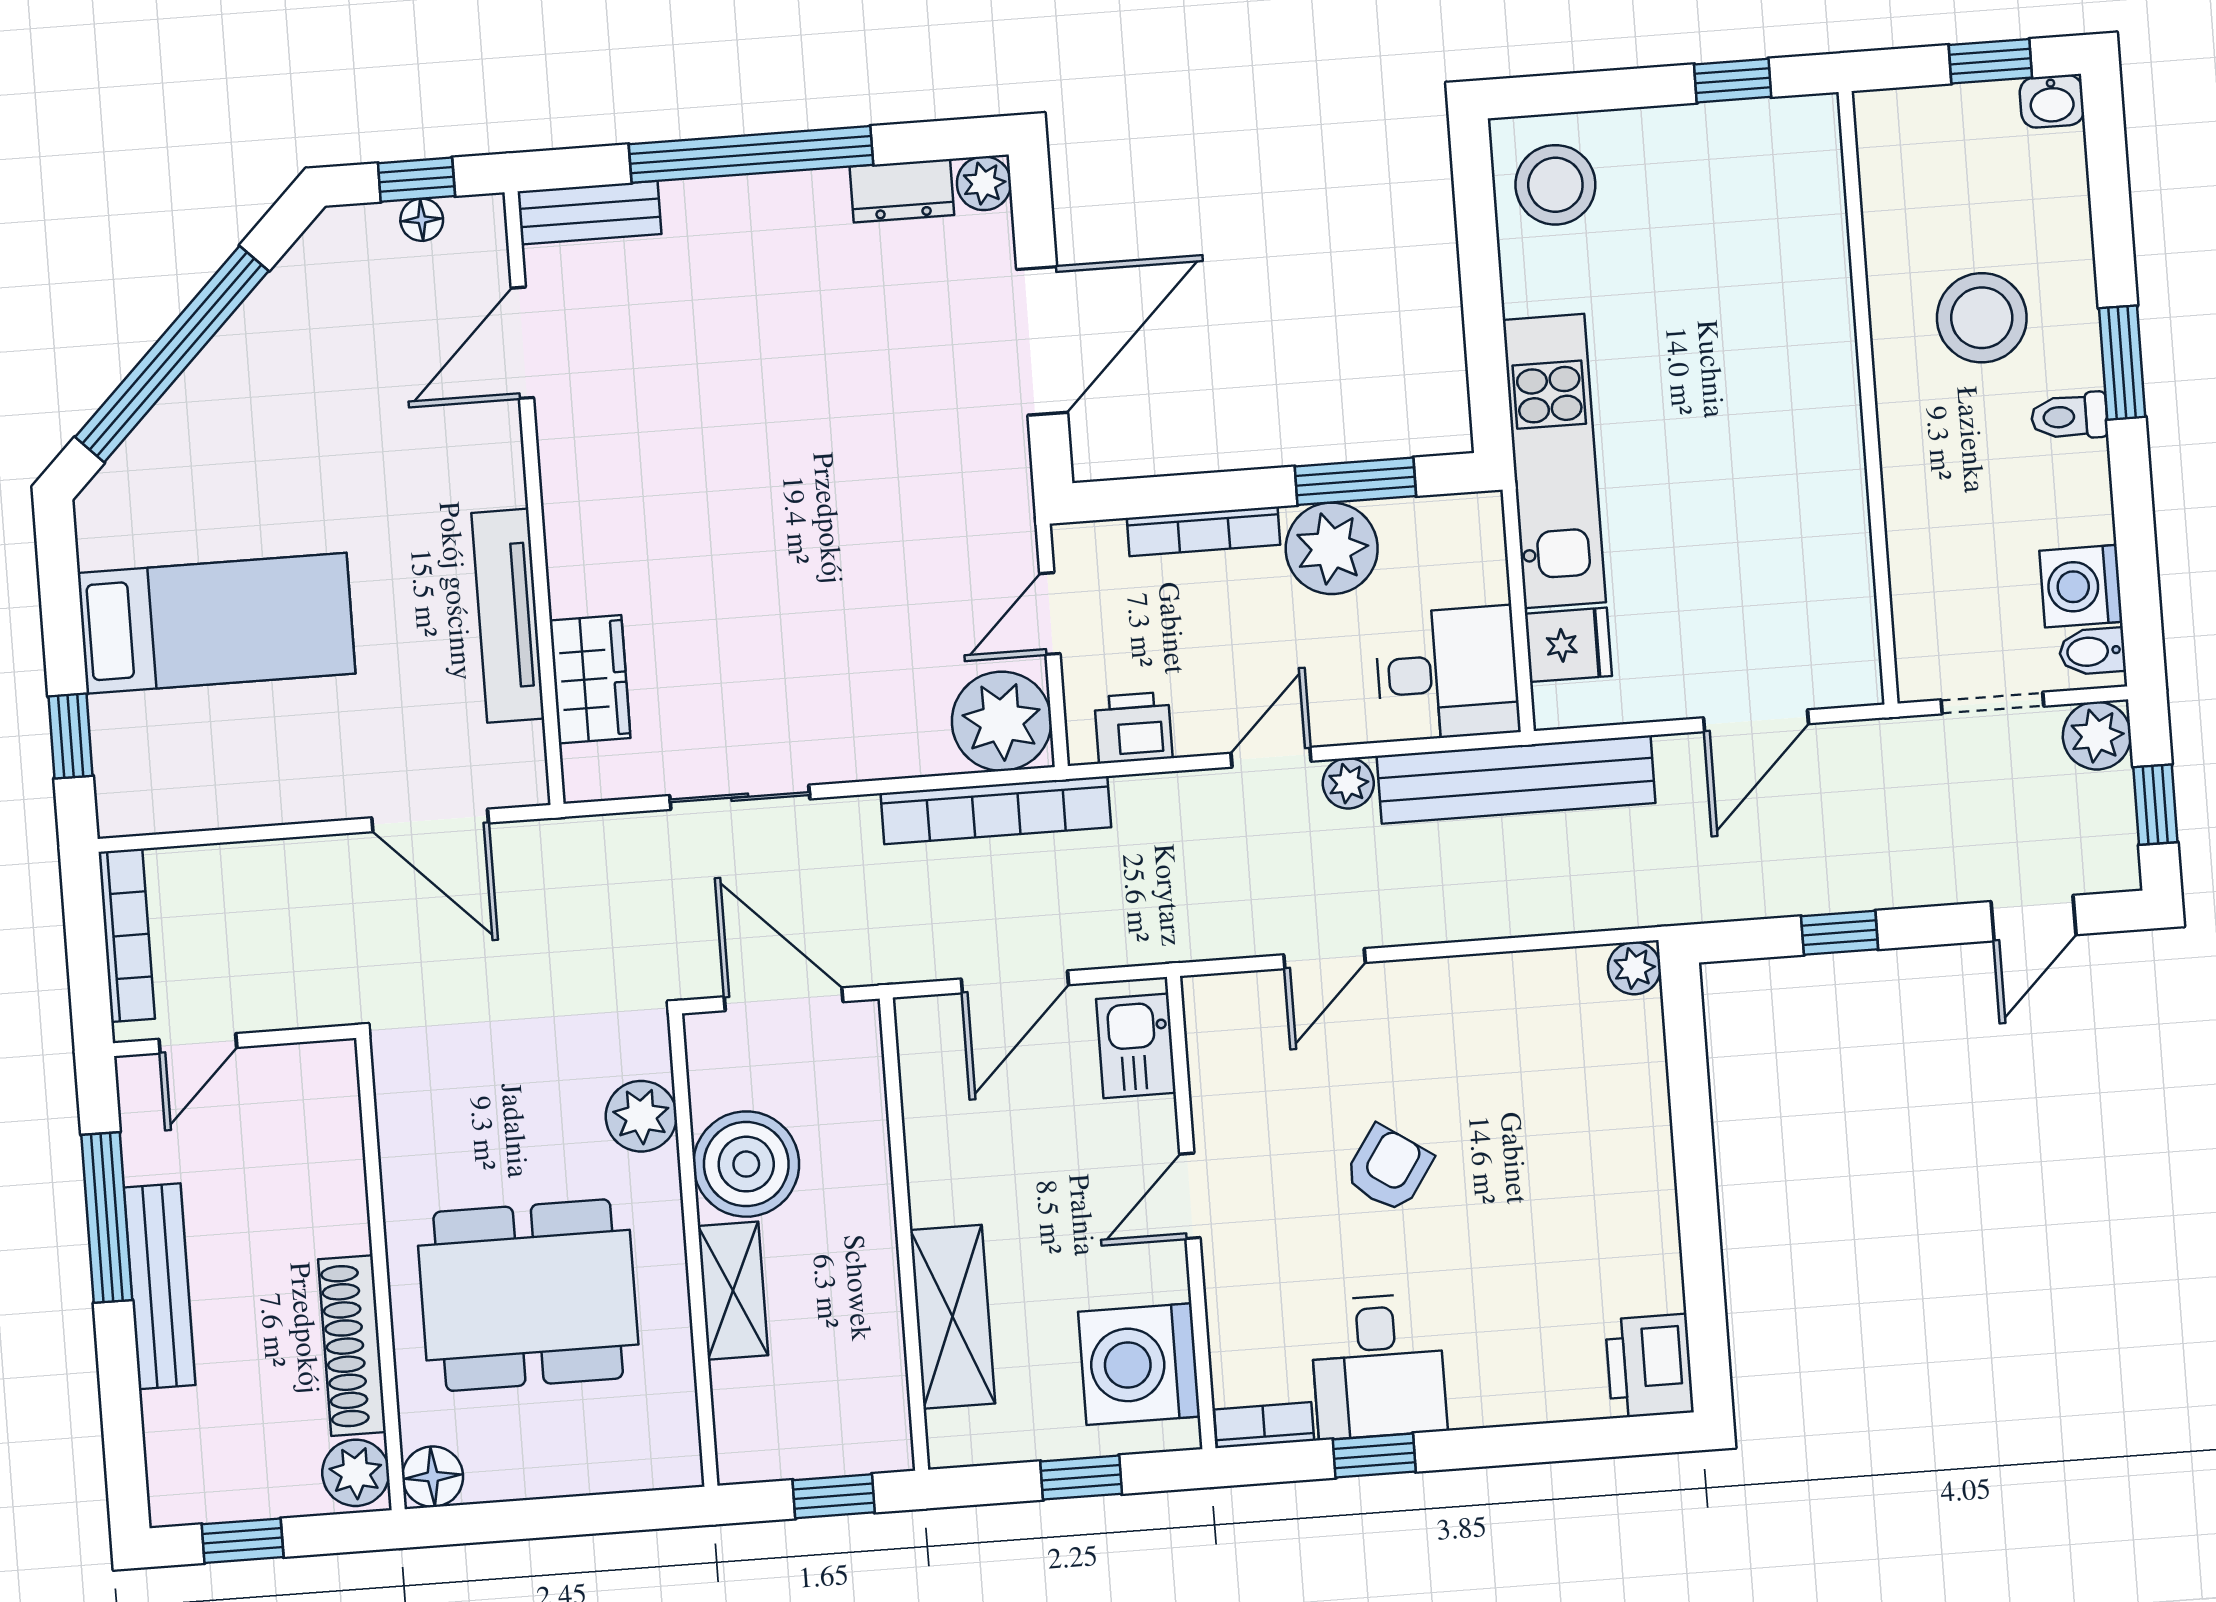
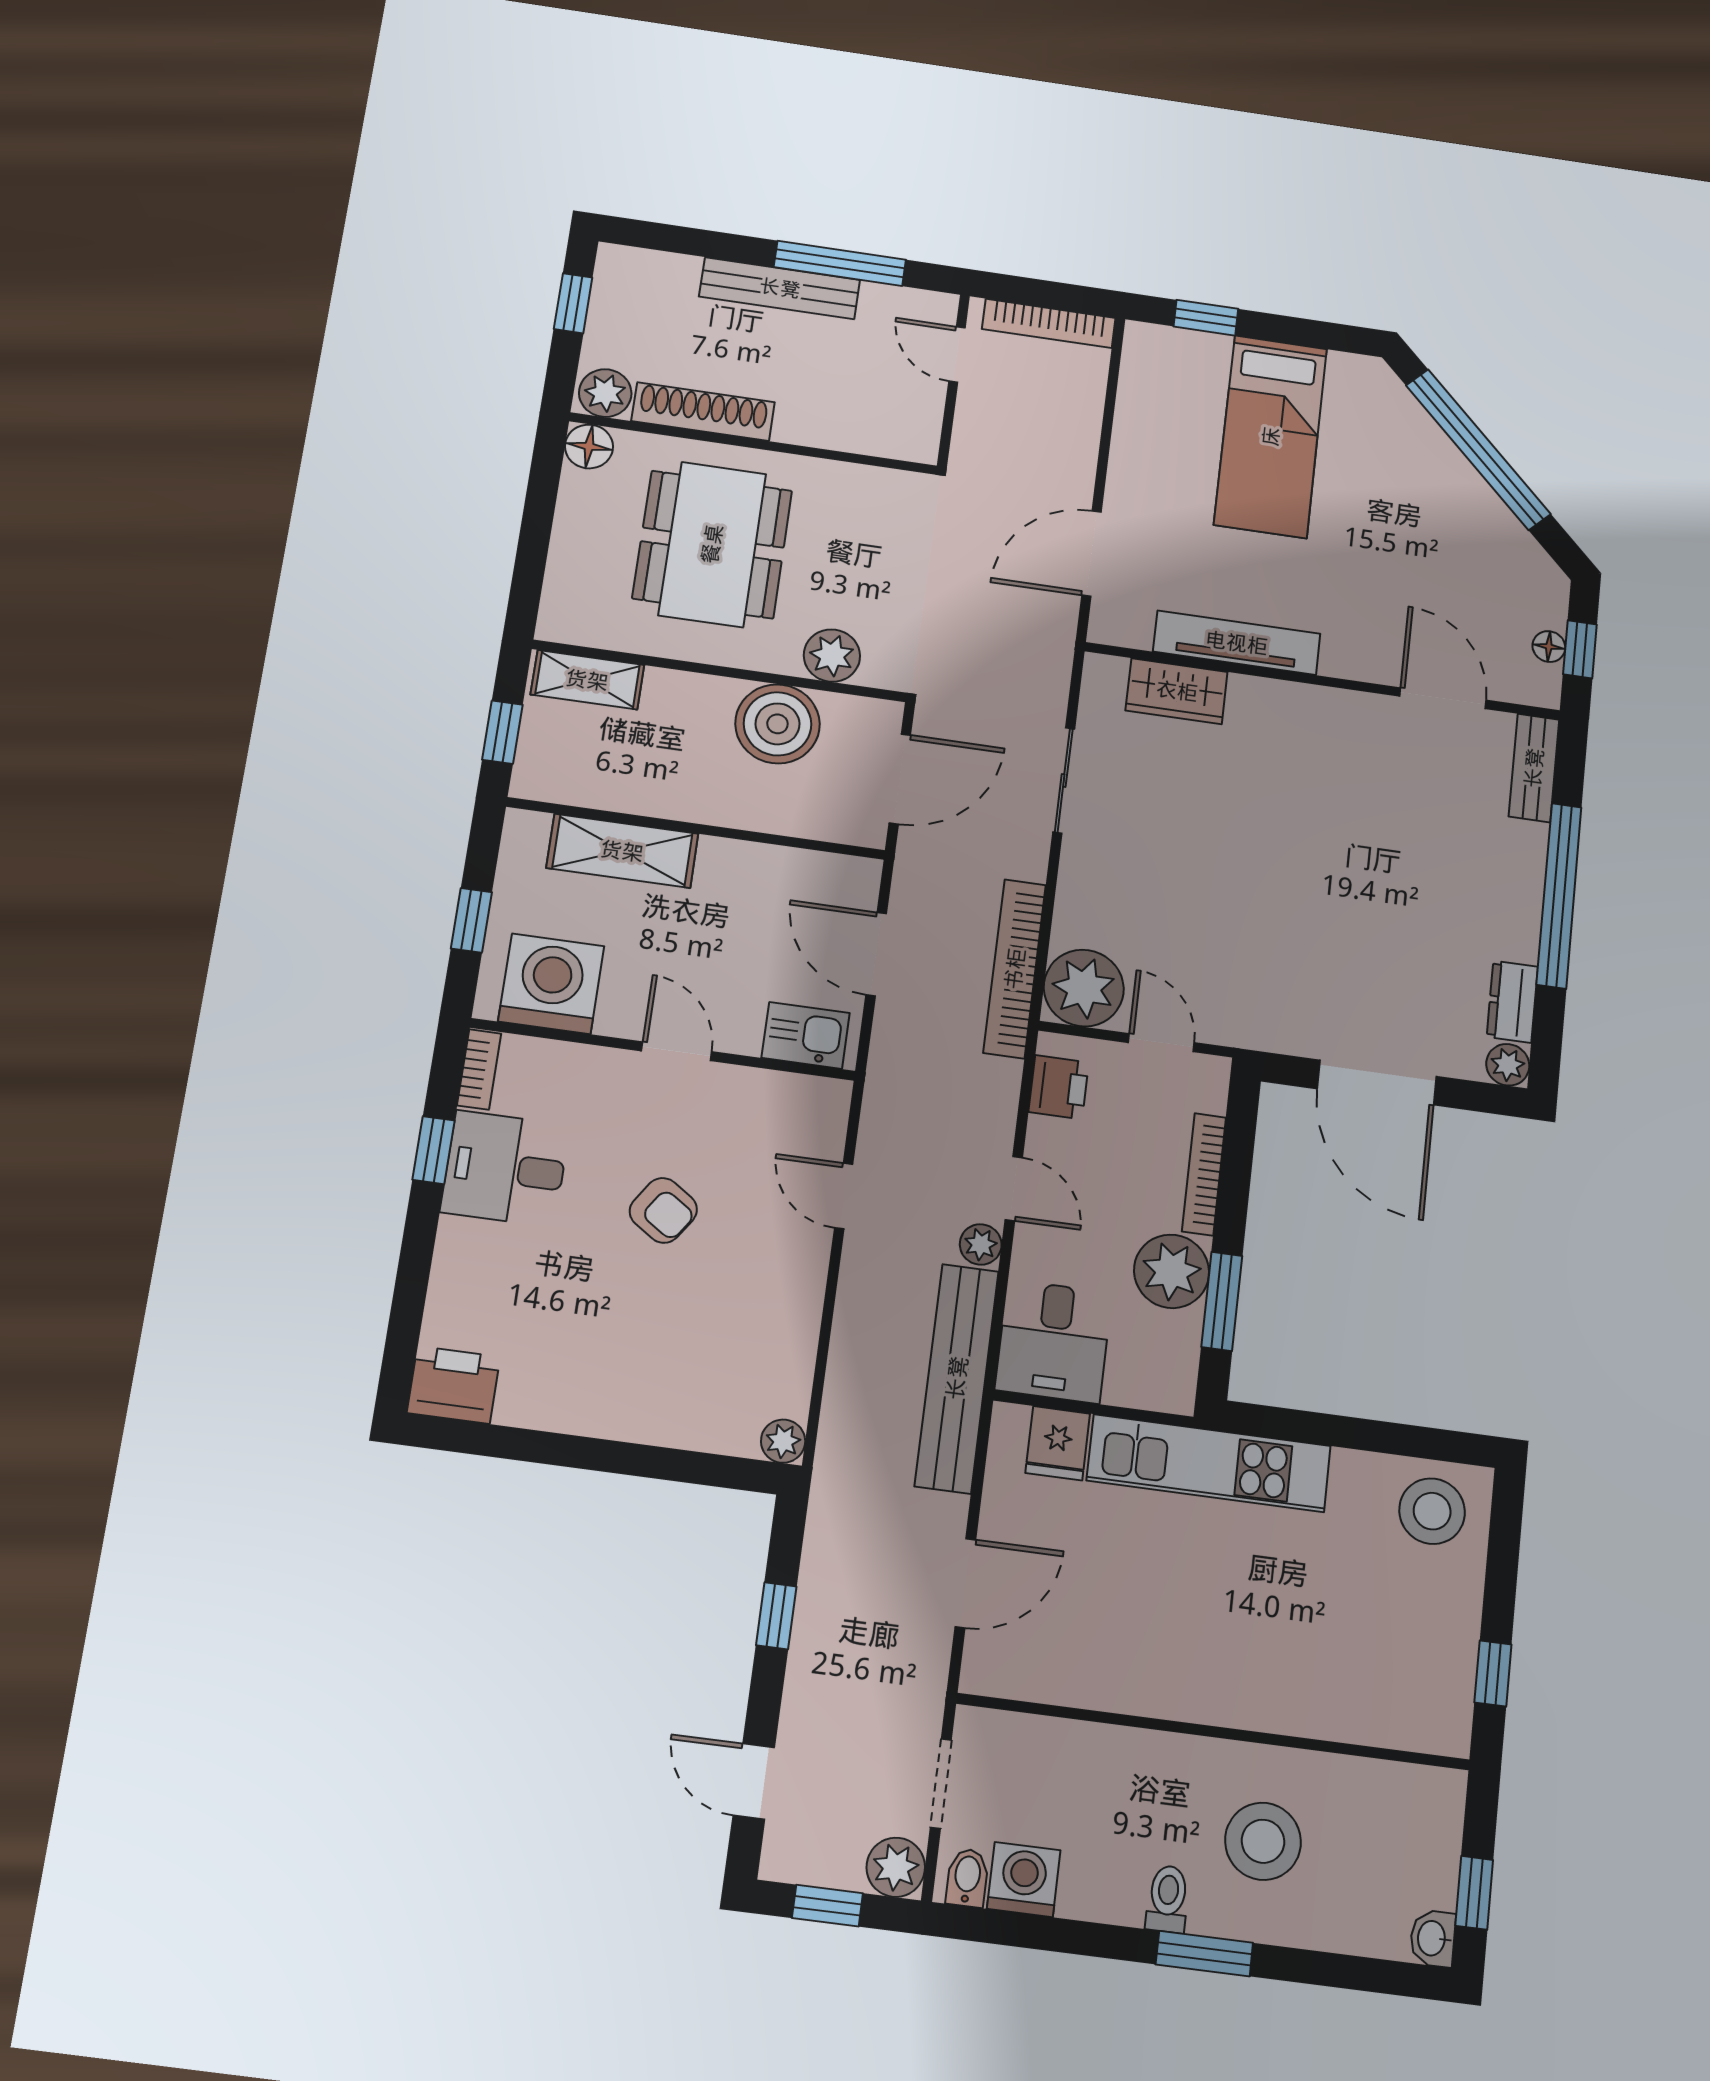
door: (1756, 721) -> (965, 1583), swing flipped
shelving: (733, 1291) -> (587, 680), moved

